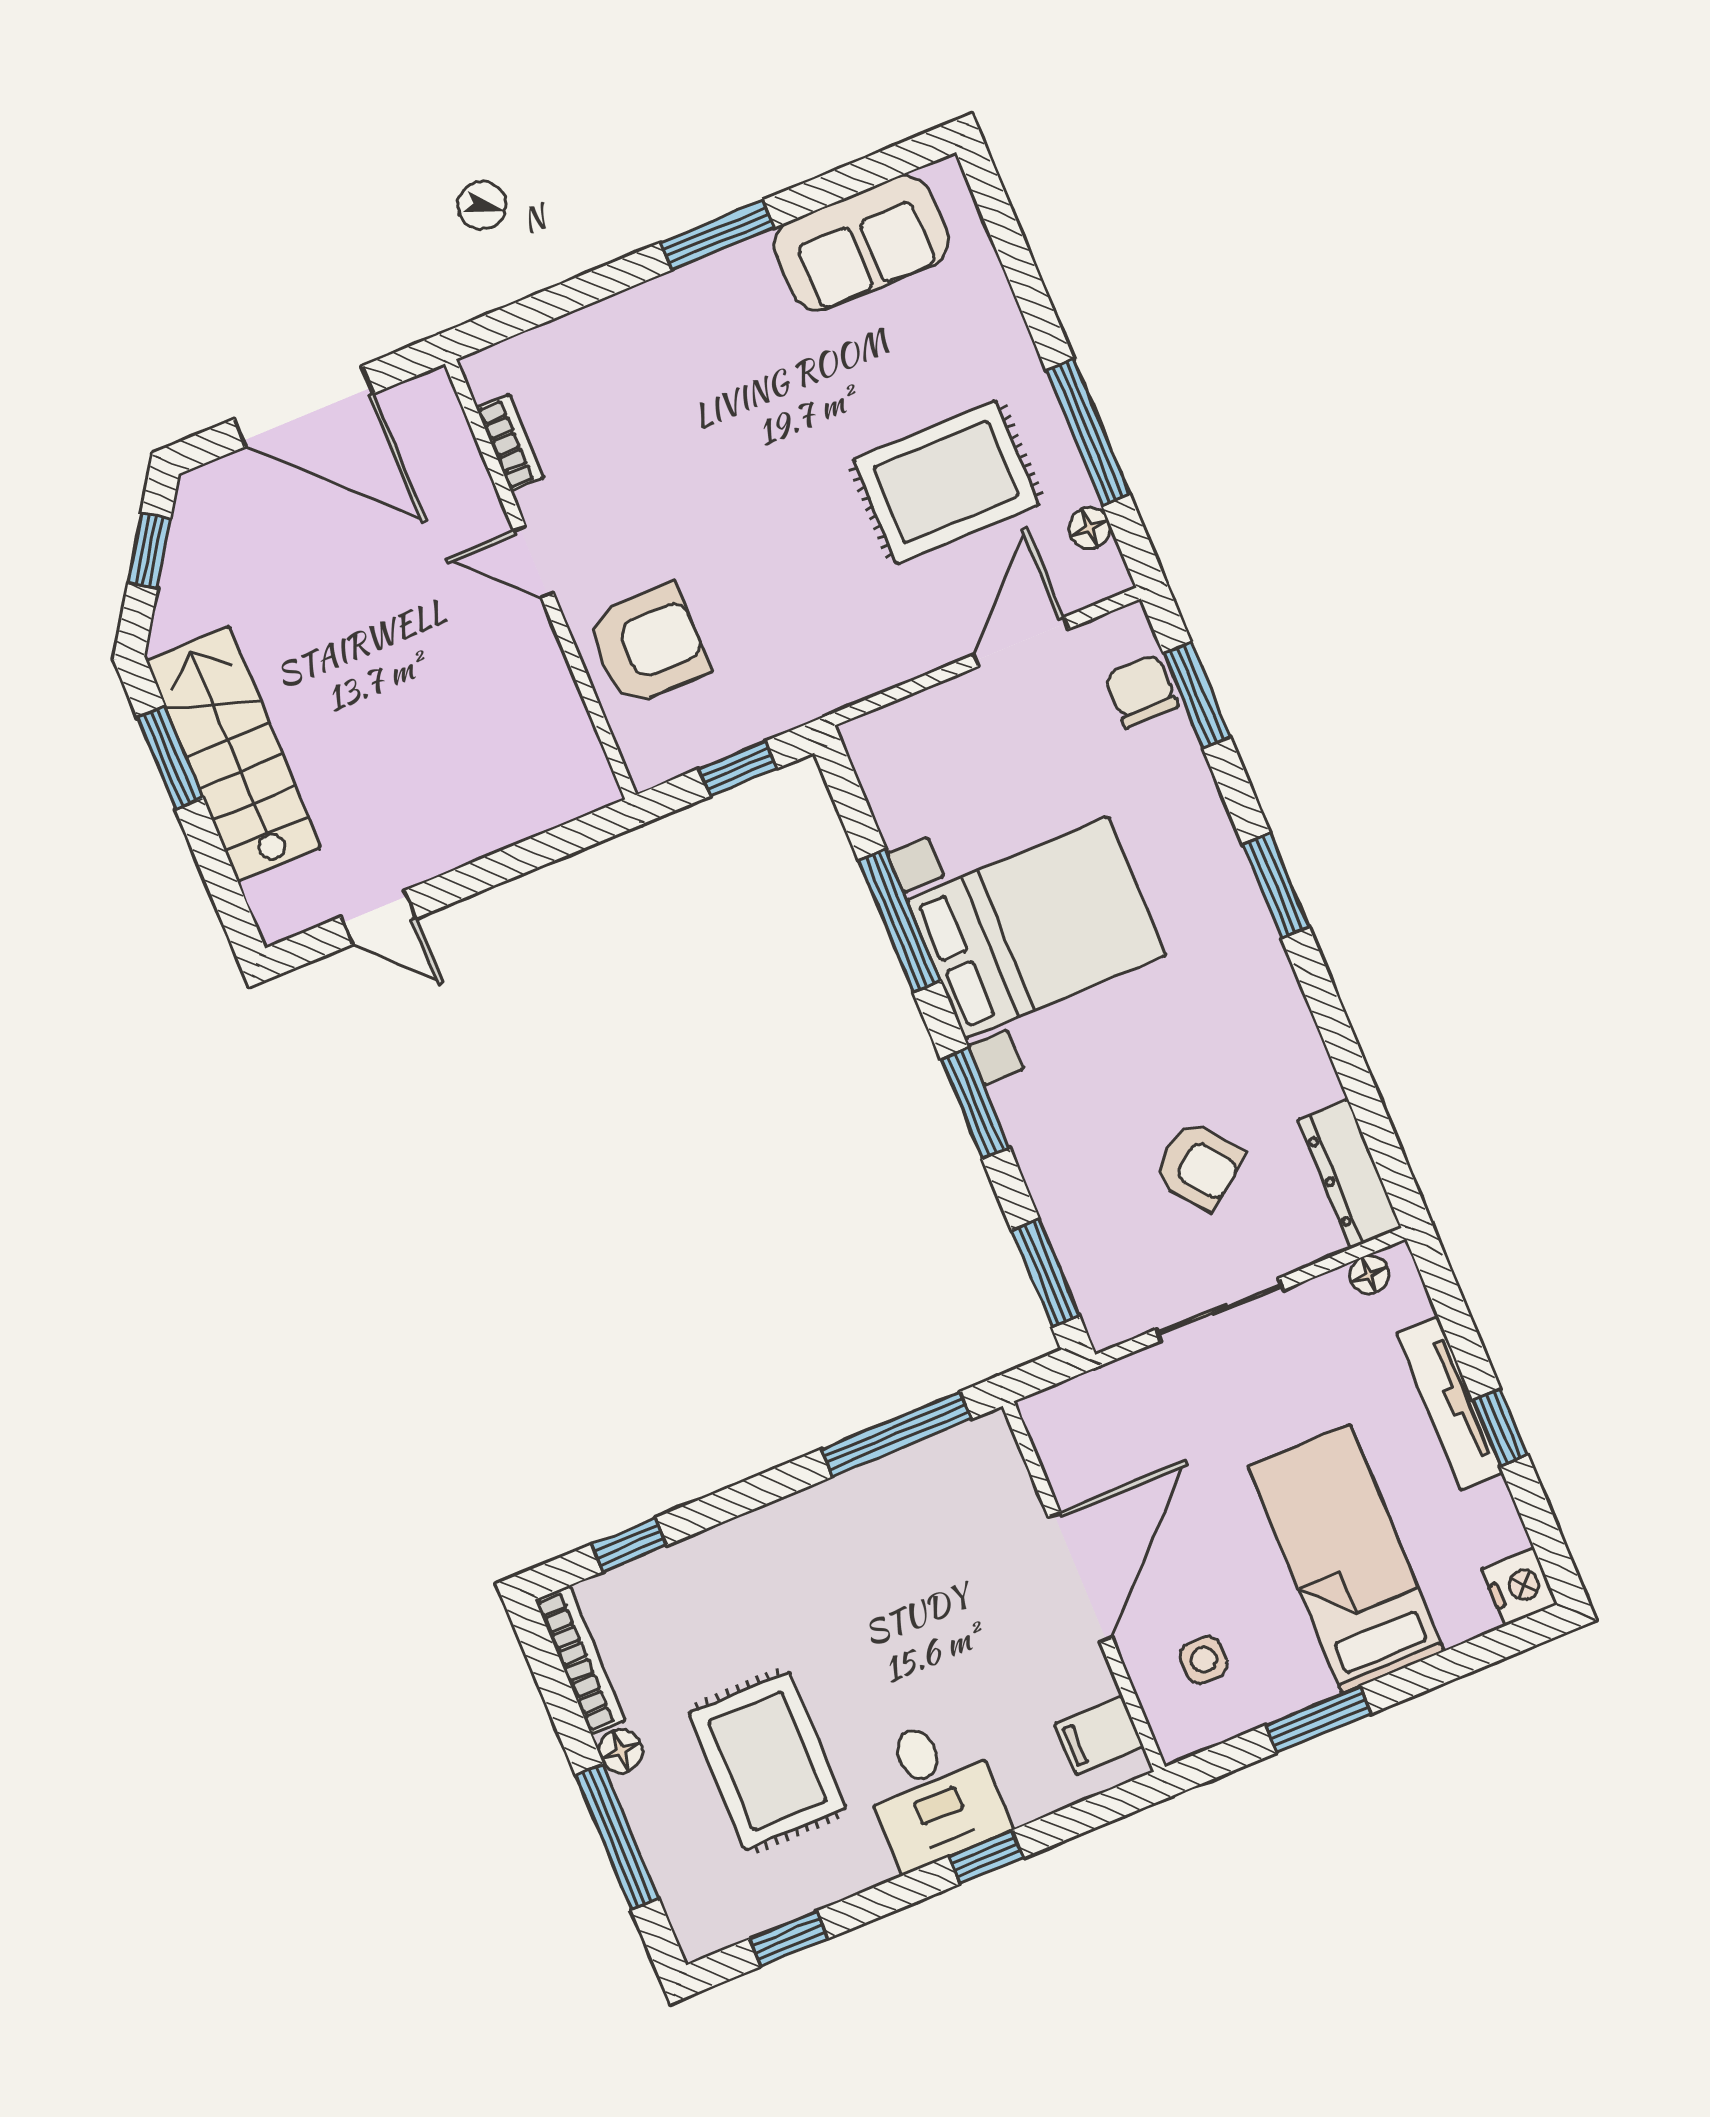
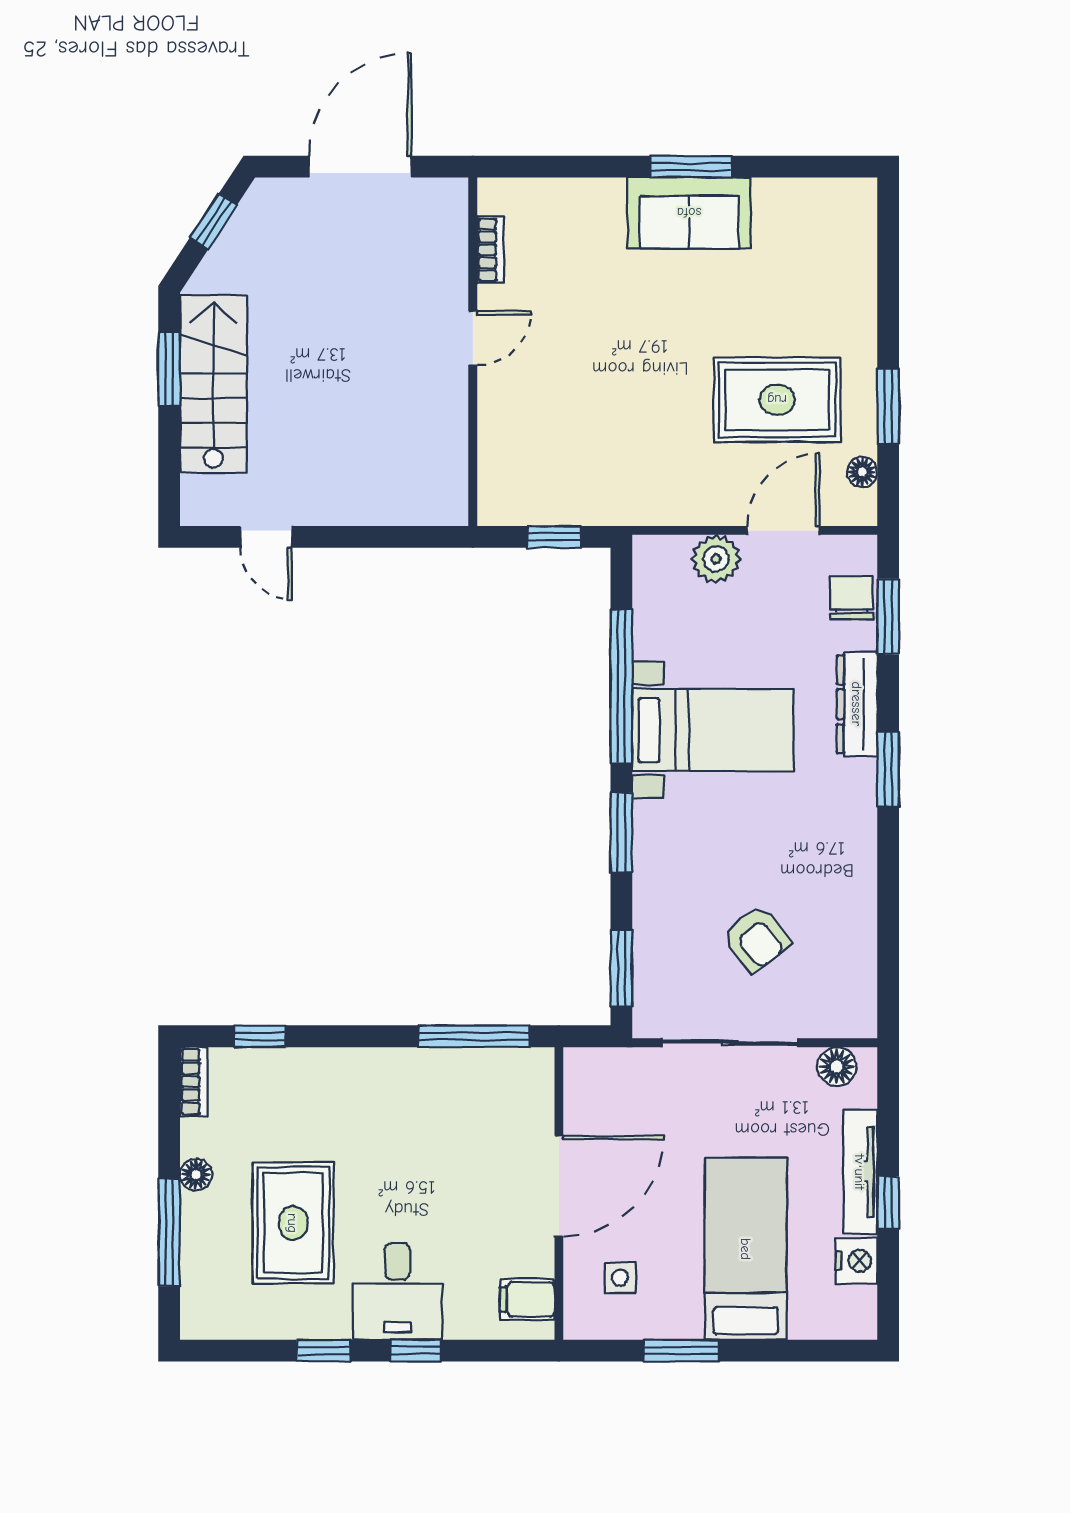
sofa: (862, 243) -> (689, 213), moved
door: (304, 406) -> (360, 167), swing flipped
window: (1088, 433) -> (888, 406), width x0.69
door: (534, 562) -> (473, 338), swing flipped
armchair: (648, 645) -> (527, 427), removed
plant: (952, 712) -> (716, 559), added
window: (899, 920) -> (621, 686), width x1.46
bed with nightstands: (1036, 928) -> (713, 730), width x0.73
dresser: (1350, 1174) -> (857, 704), moved
floor lamp: (1369, 1275) -> (837, 1067), width x1.37, depth x1.37
sliding door: (1220, 1310) -> (730, 1043), width x1.37
nightstand: (1520, 1587) -> (856, 1261), moved
bookcase: (580, 1660) -> (194, 1082), width x0.64
window: (789, 1939) -> (324, 1351), moved

